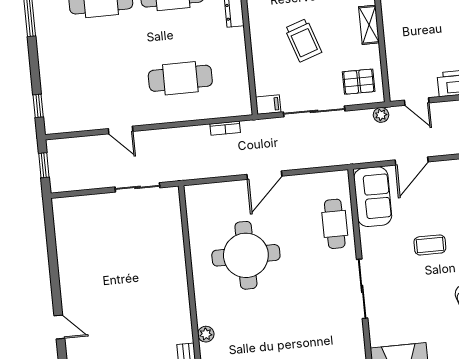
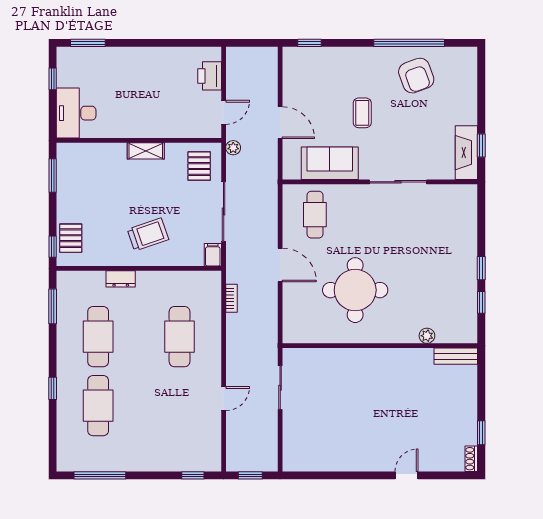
trolley: (303, 40) -> (148, 234), moved
sofa: (373, 197) -> (330, 163), moved
cafe table: (335, 224) -> (315, 215), moved, turned 90

